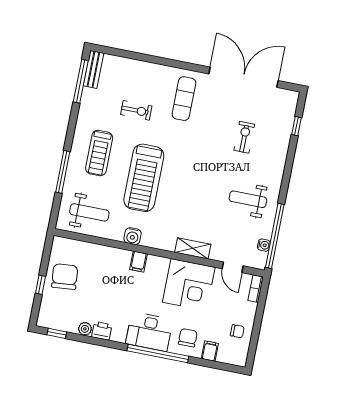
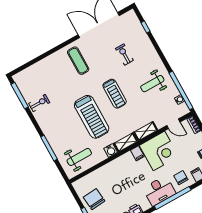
bench: (93, 69) -> (21, 84), removed
exercise bike: (136, 110) -> (39, 103), moved
treadmill: (99, 153) -> (115, 94), moved
shelving: (158, 241) -> (126, 142), added
filing cabinet: (138, 262) -> (137, 153), moved

